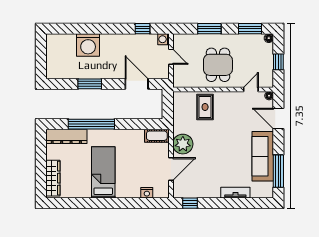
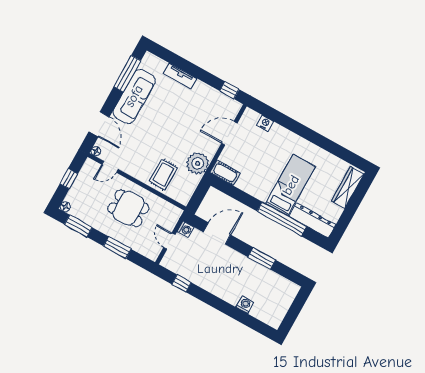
washing machine: (163, 39) -> (185, 229), moved
washing machine: (88, 45) -> (245, 305), width x0.53, depth x0.53
dining table: (218, 65) -> (128, 208), turned 90
door: (137, 84) -> (217, 233), swing flipped
plant: (183, 144) -> (198, 163), moved
bed: (103, 172) -> (291, 185), moved, turned 180

